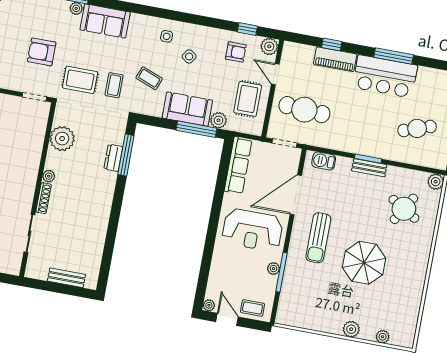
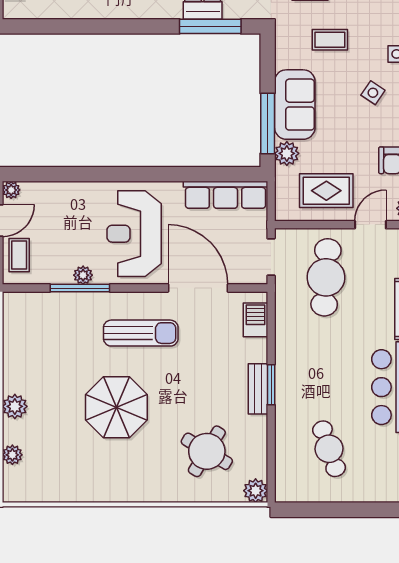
coffee table: (149, 78) -> (330, 40), turned 69
sun lounger: (318, 238) -> (141, 333), turned 180

